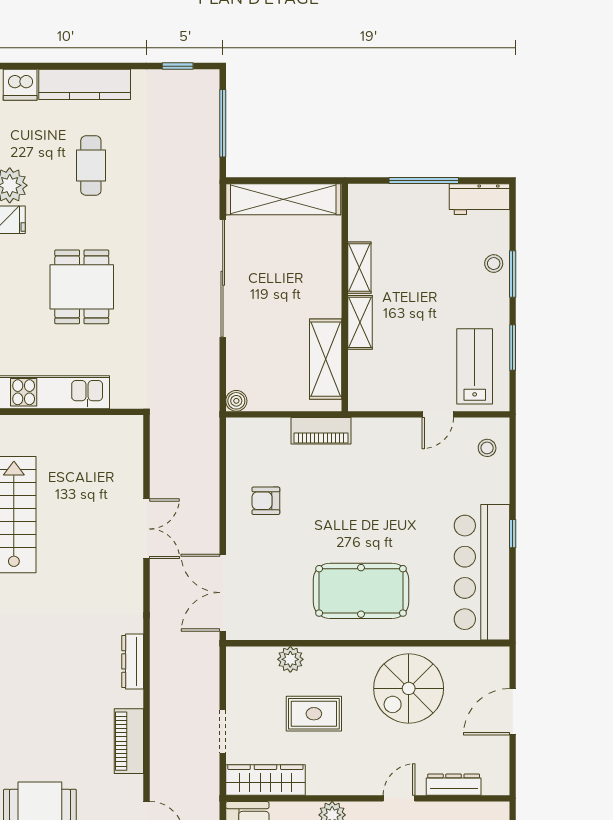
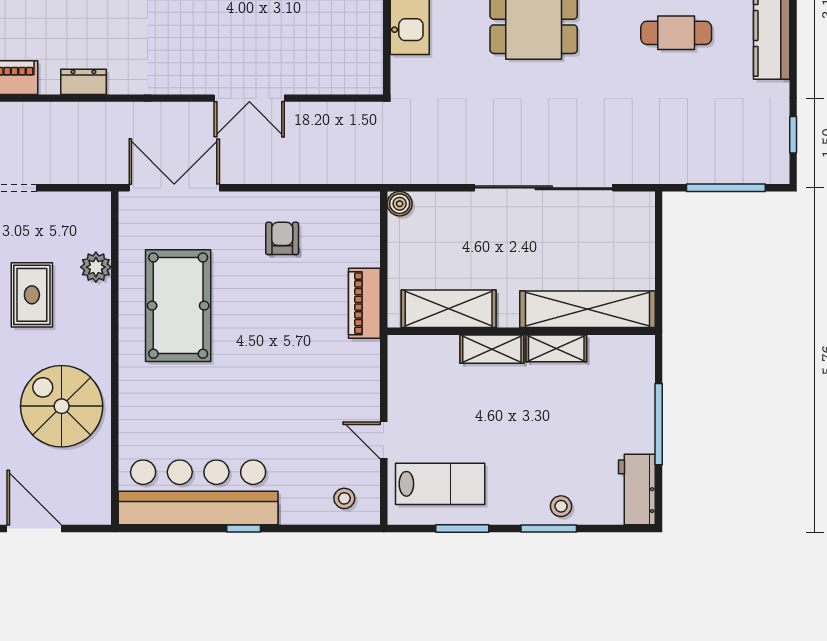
shelving: (283, 199) -> (588, 309), moved, turned 90
pool table: (361, 591) -> (178, 306), moved
dresser: (133, 661) -> (83, 82), width x0.70

